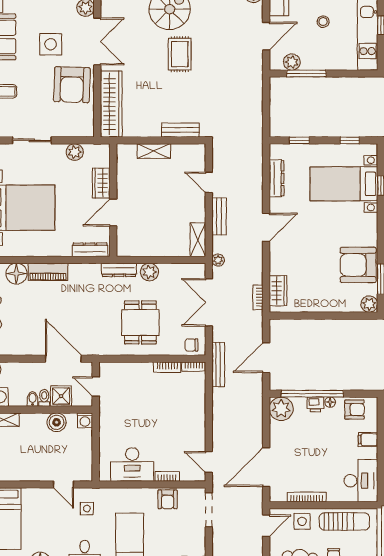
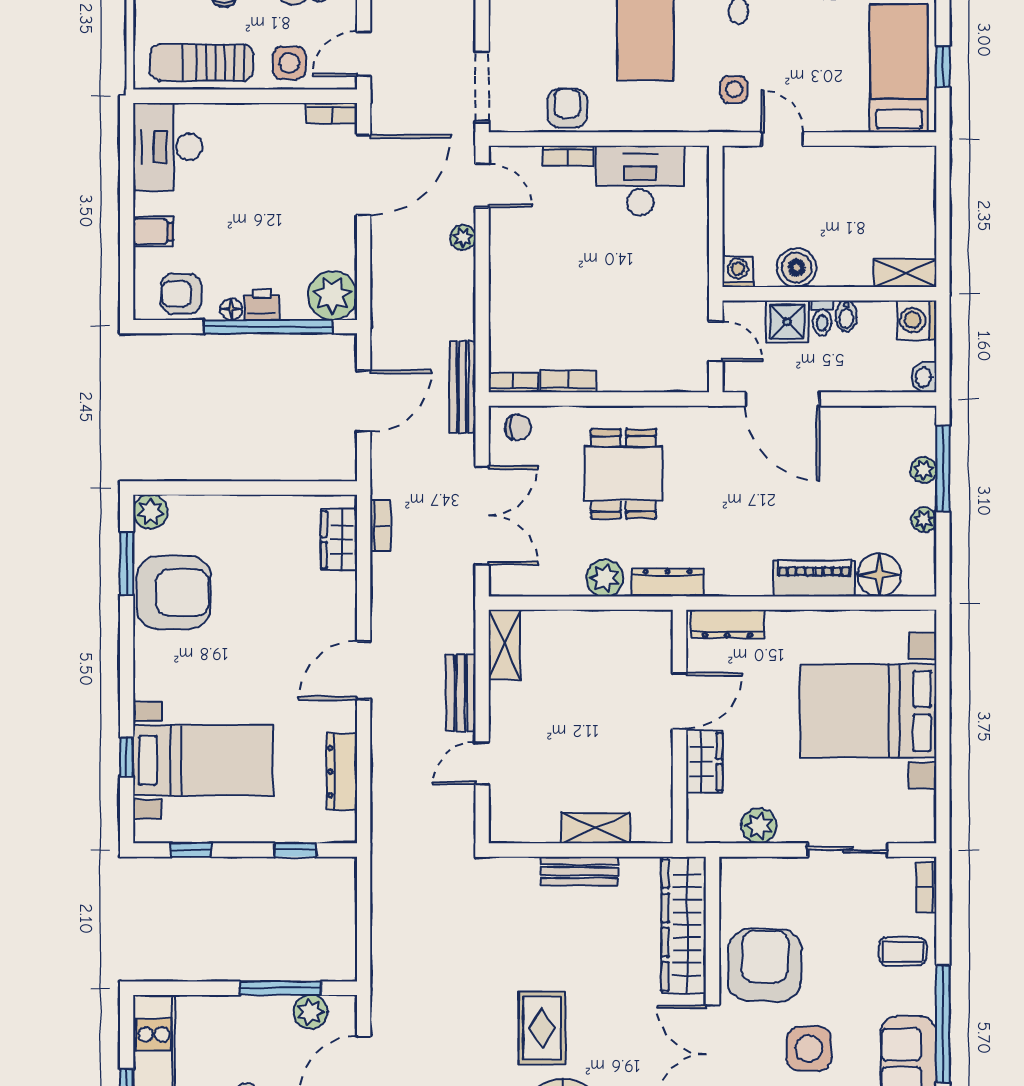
bench: (180, 130) -> (579, 871), moved
door: (209, 182) -> (482, 763), swing flipped
plant: (218, 260) -> (463, 237), moved
bookcase: (307, 497) -> (332, 113), moved, width x0.64

